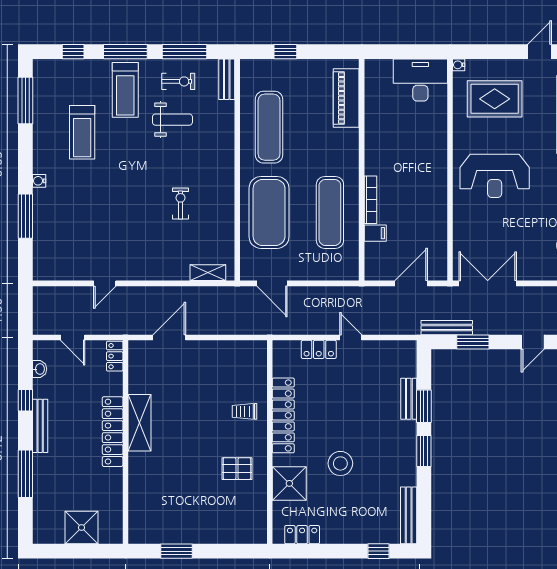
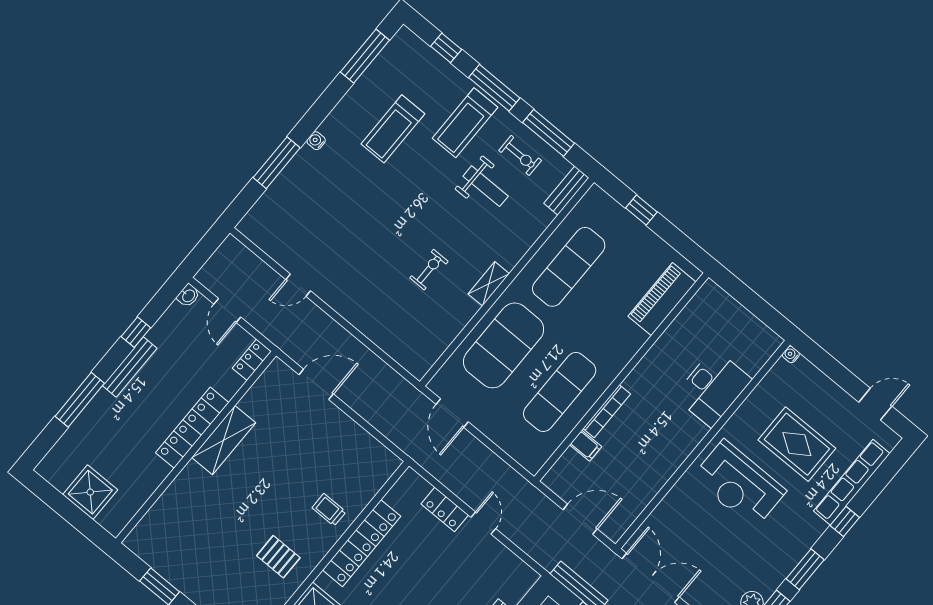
desk: (420, 80) -> (713, 388), moved, turned 90
rug: (495, 99) -> (797, 444), moved
shelving: (208, 273) -> (489, 284), moved, turned 90
washbasin: (40, 369) -> (188, 296), moved

